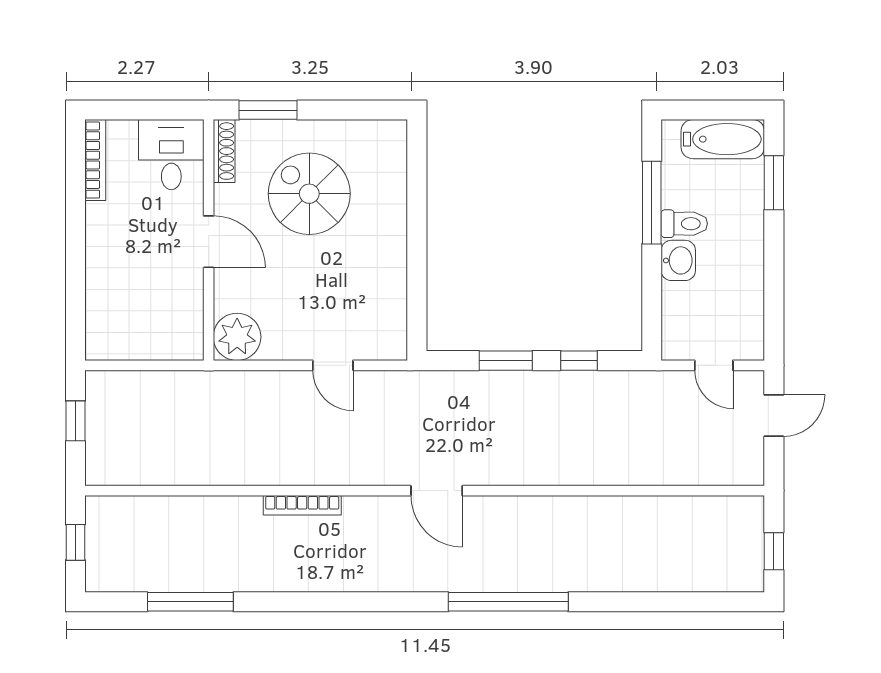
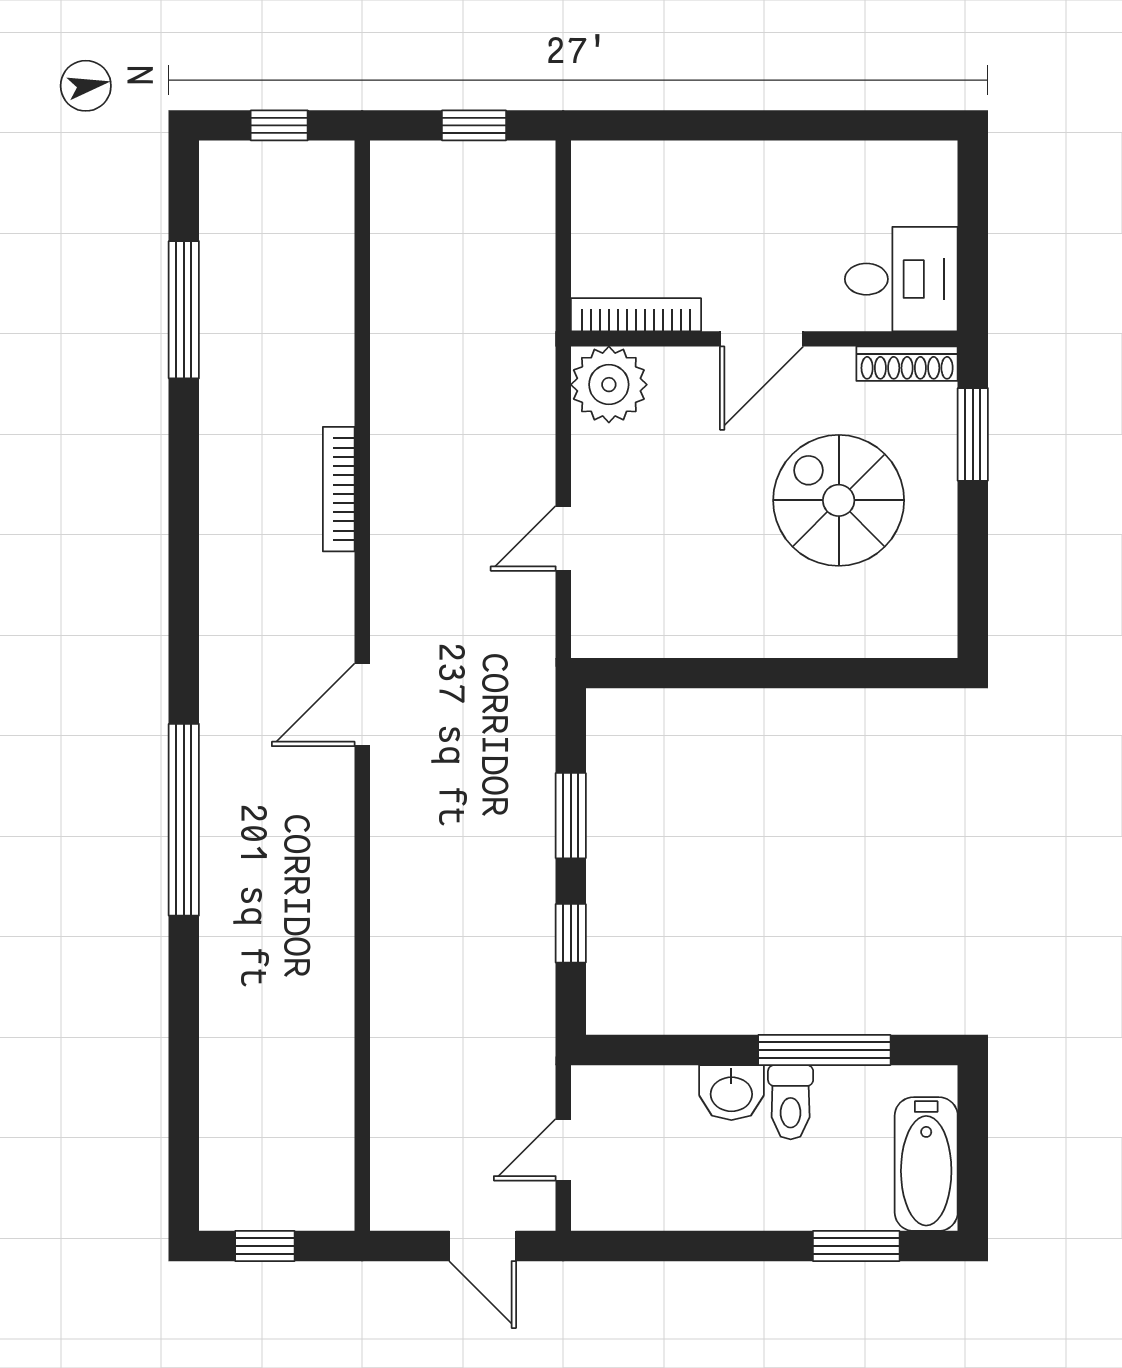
bookcase: (95, 160) -> (636, 315), moved, turned 180
spiral stairs: (309, 194) -> (839, 500), turned -90

